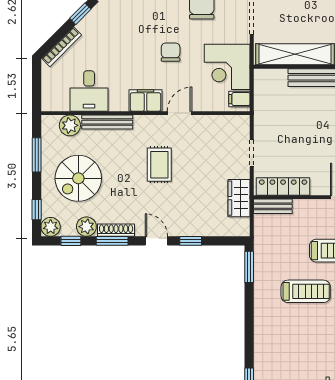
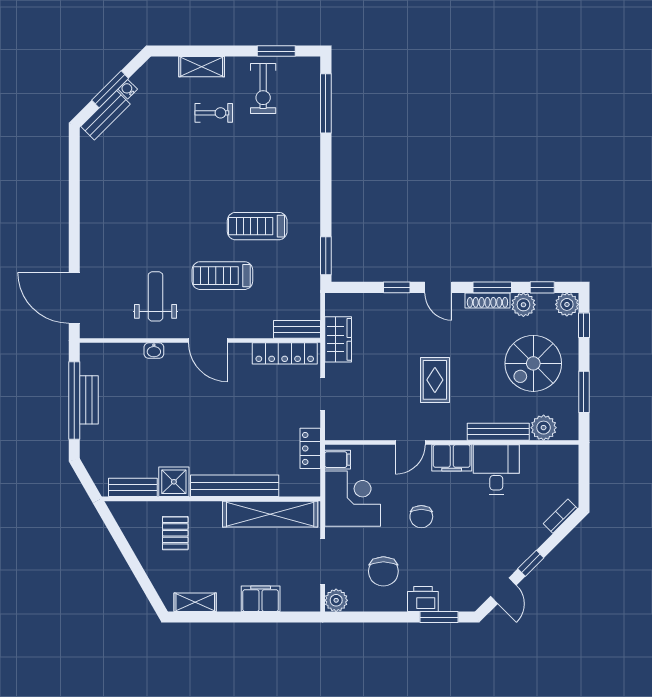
bookcase: (62, 47) -> (560, 516), width x0.64
desk: (89, 91) -> (496, 469), moved
locker: (262, 108) -> (310, 448), added
spiral stairs: (78, 178) -> (533, 363), turned 180

